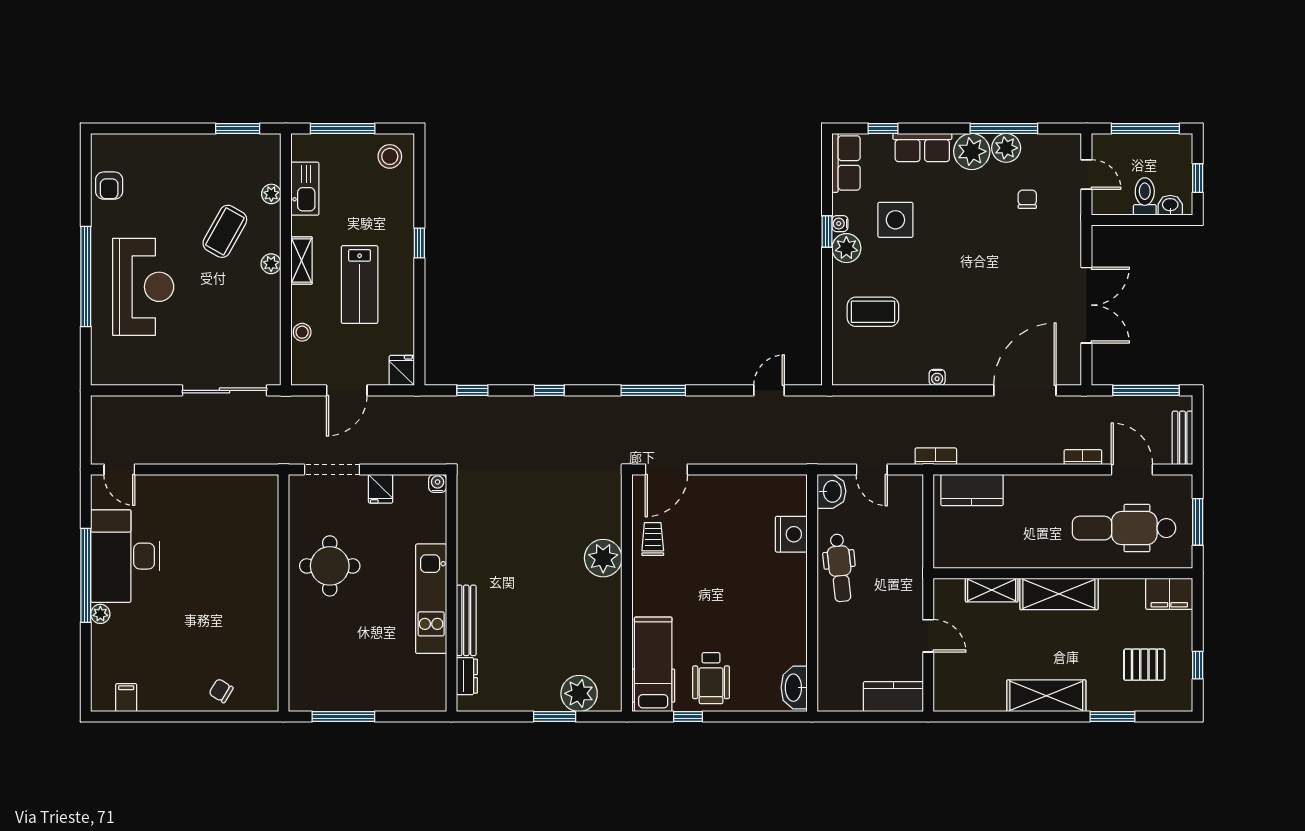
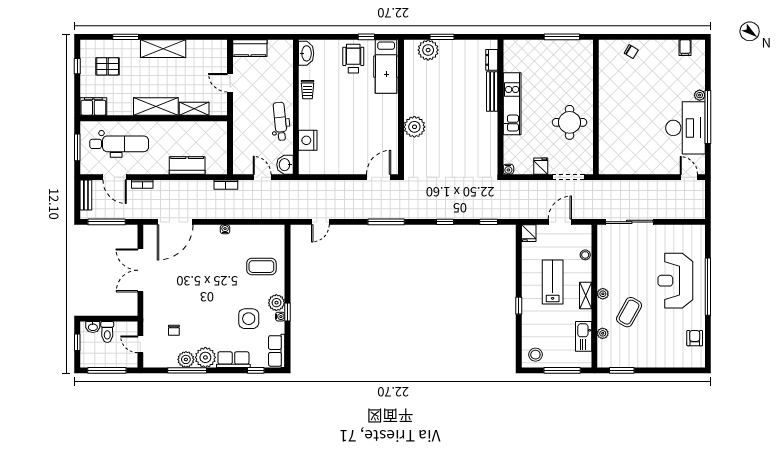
kitchen counter: (972, 490) -> (187, 165), moved
trolley: (653, 539) -> (308, 90), moved

